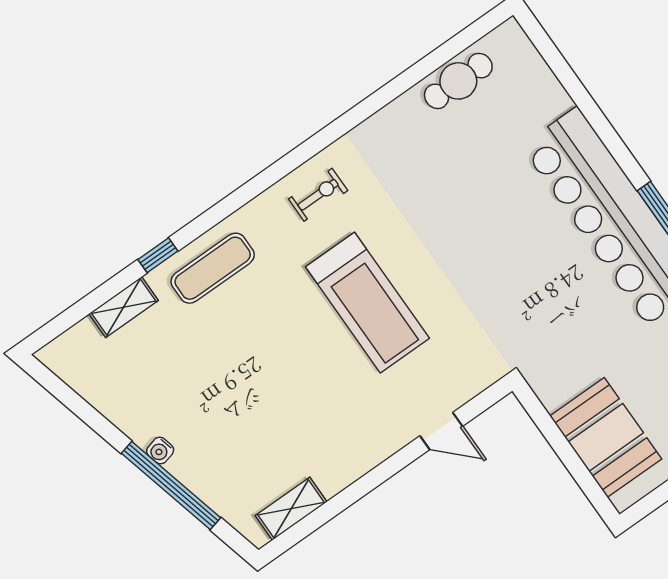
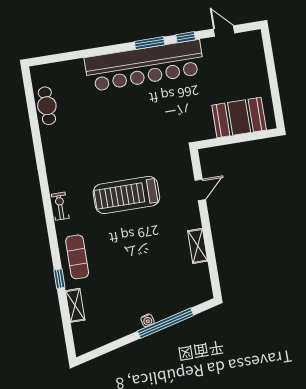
exercise bike: (318, 195) -> (60, 206), moved
treadmill: (367, 303) -> (126, 195), turned 180
shelving: (291, 509) -> (198, 246), moved

